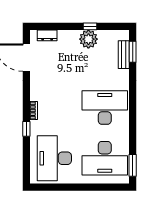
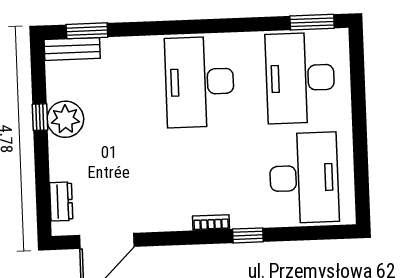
bench: (124, 55) -> (72, 49), moved
desk: (54, 158) -> (304, 178), turned -90
desk: (105, 158) -> (300, 78), turned 180

